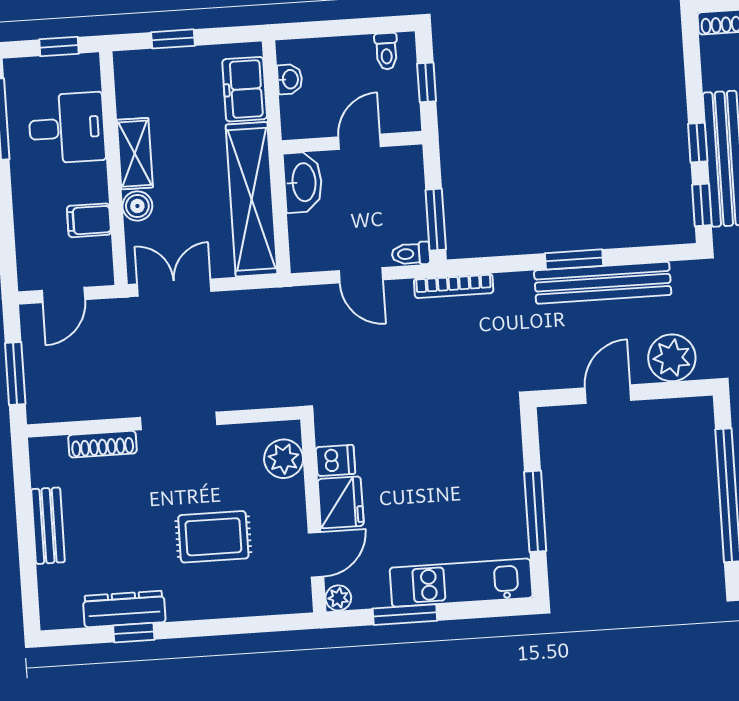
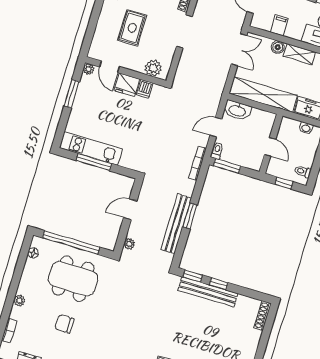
washbasin: (303, 182) -> (237, 110), moved
plant: (672, 358) -> (129, 244), width x0.53, depth x0.53
door: (608, 394) -> (130, 209), swing flipped
kitchen unit: (461, 583) -> (91, 148), moved, turned -90

